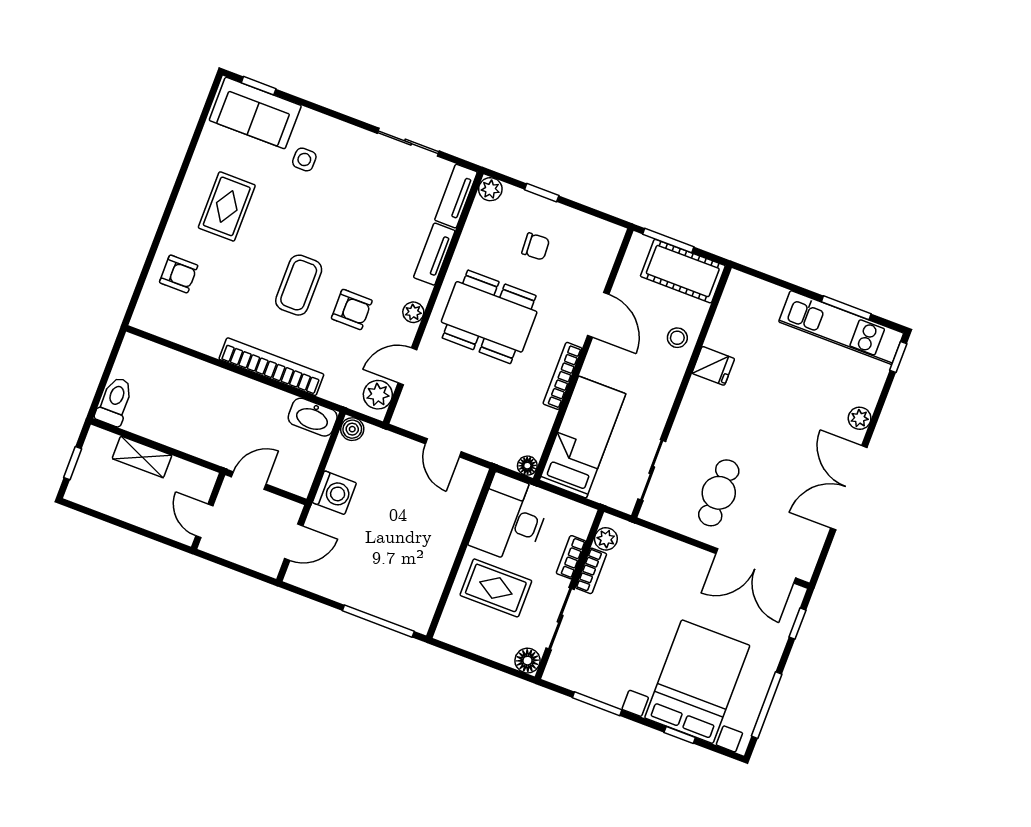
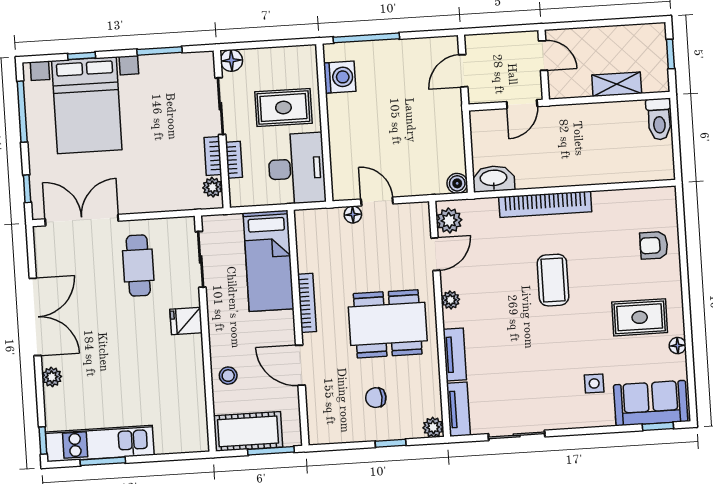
floor lamp: (201, 160) -> (678, 346), added
rug: (227, 206) -> (640, 317), turned 90
armchair: (352, 309) -> (501, 280), removed
fridge: (713, 366) -> (186, 321), moved
floor lamp: (527, 466) -> (353, 215), moved
washing machine: (334, 493) -> (340, 77), moved, turned 180

